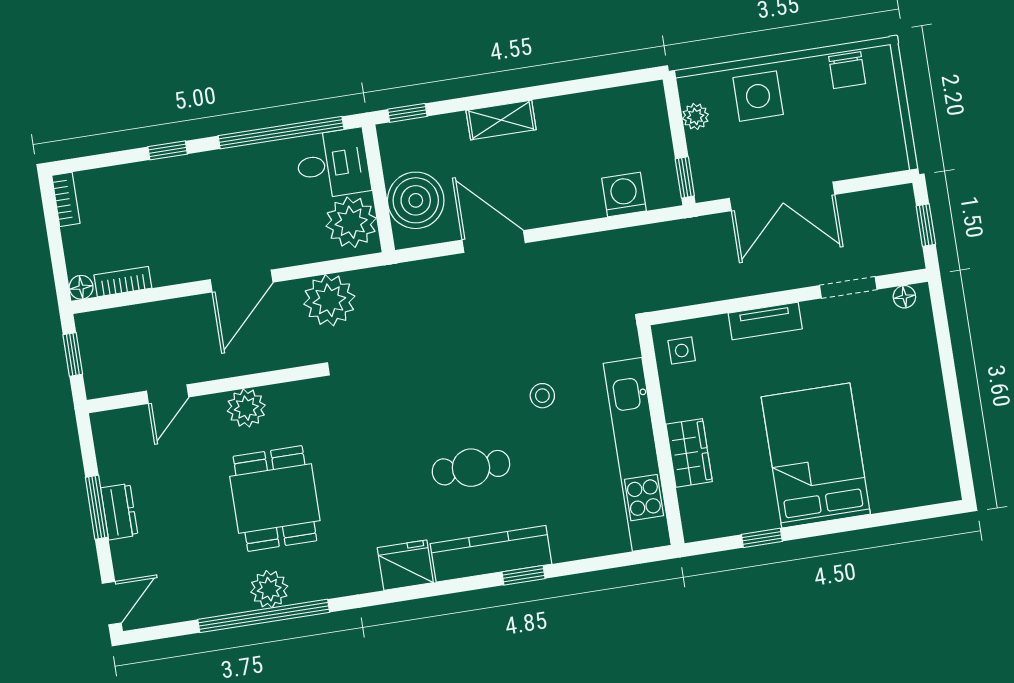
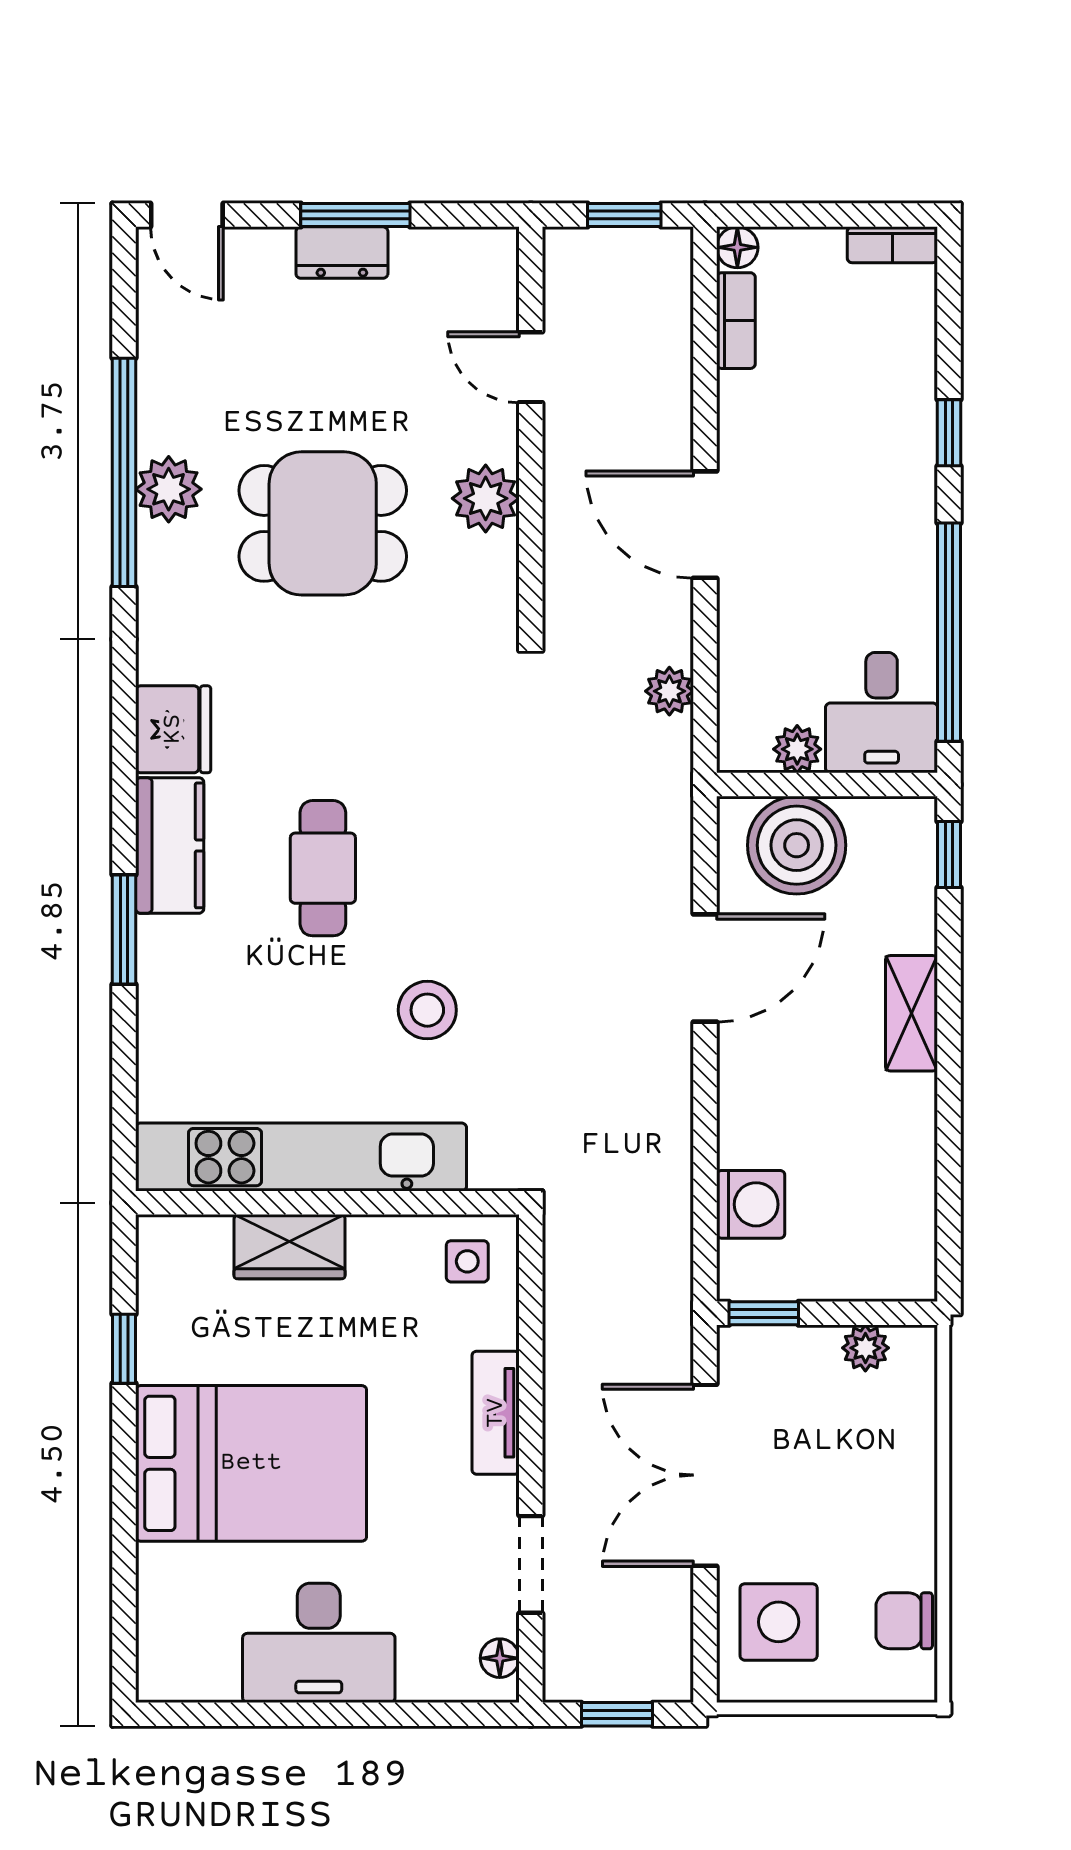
side table: (758, 96) -> (779, 1622), moved
plant: (351, 222) -> (797, 749), width x0.53, depth x0.53
plant: (329, 300) -> (669, 691), width x0.53, depth x0.53
stool: (542, 396) -> (427, 1010), width x1.37, depth x1.37
desk: (912, 401) -> (319, 1643), added
kitchen counter: (491, 554) -> (170, 845), width x0.67
window: (524, 575) -> (124, 929), width x1.50

